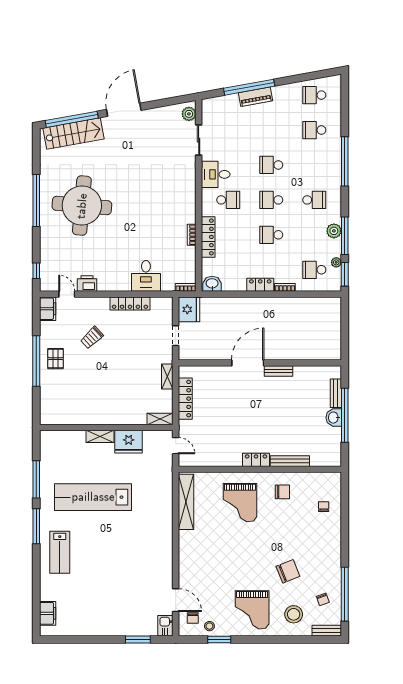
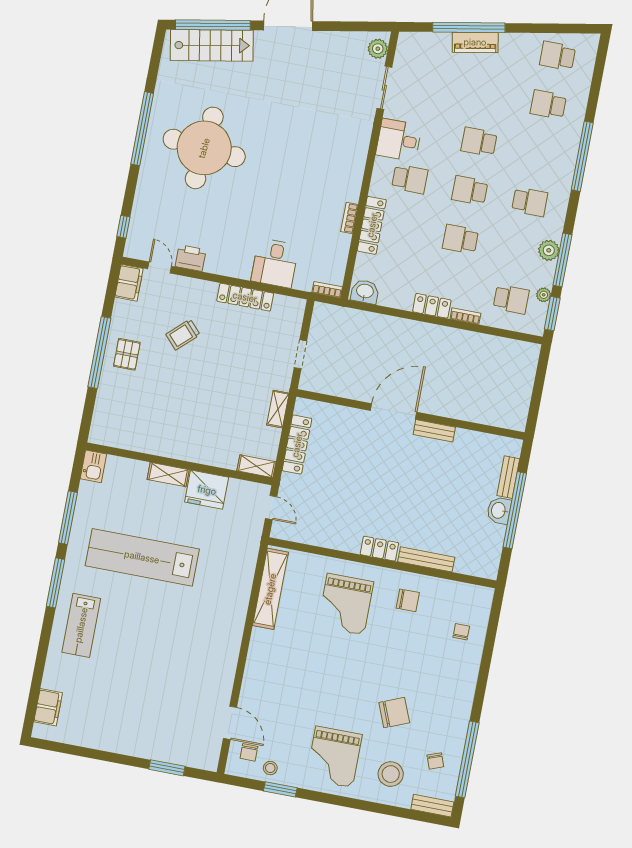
school desk: (314, 270) -> (511, 299), turned 180
fridge: (189, 309) -> (326, 321), removed
kitchen sink: (165, 626) -> (93, 466), moved, turned 180

